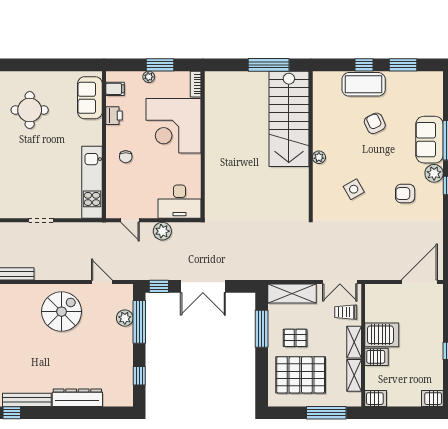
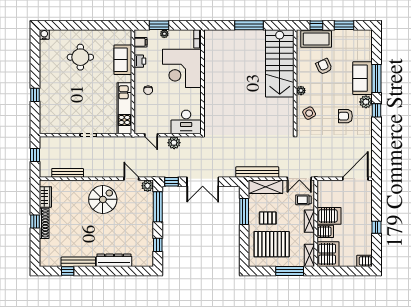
window: (160, 65) -> (159, 25), moved
sofa: (90, 98) -> (123, 60), moved
stairs: (289, 119) -> (280, 63), moved
wall: (311, 145) -> (295, 82), moved
plant: (319, 157) -> (301, 91), moved
bench: (280, 273) -> (257, 172), added
plant: (125, 318) -> (148, 186), moved
shelving: (354, 375) -> (309, 255), moved
server rack: (376, 399) -> (328, 254), width x2.18, depth x1.44

